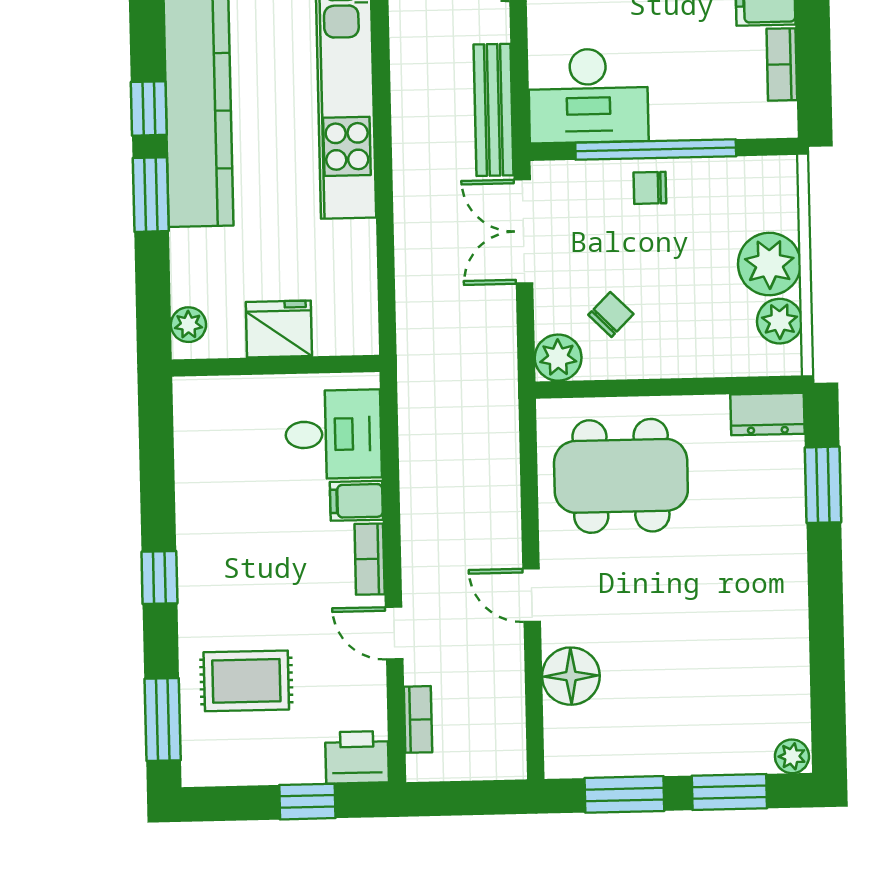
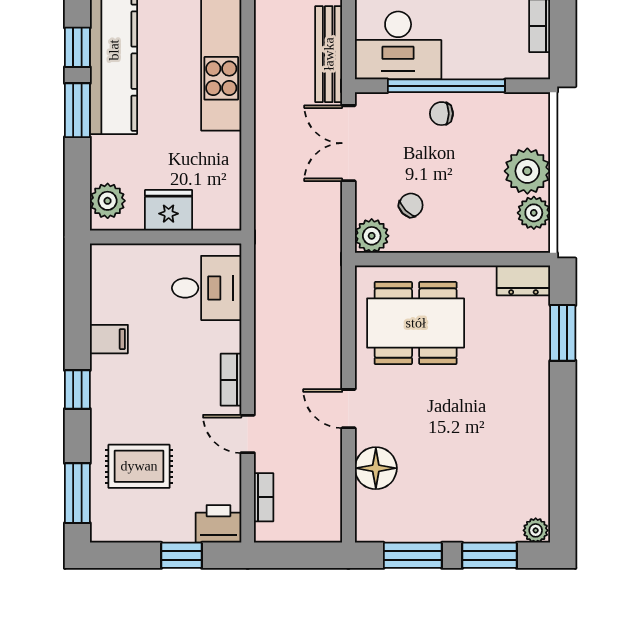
plant: (188, 325) -> (108, 201), width x1.38, depth x1.38
filing cabinet: (356, 501) -> (109, 339), moved, turned 180

